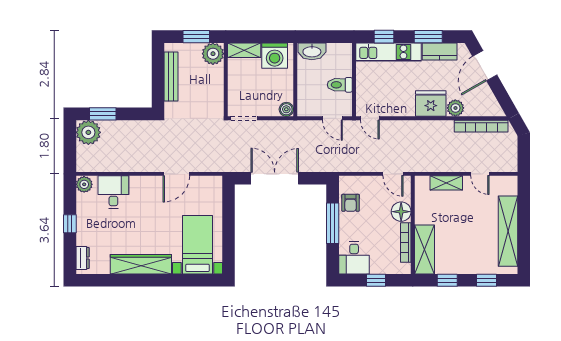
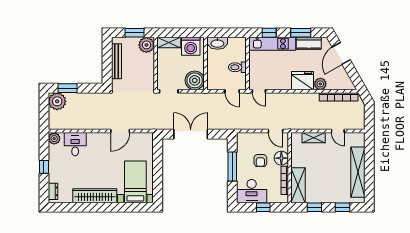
boiler: (286, 109) -> (195, 80), width x1.86, depth x1.86
armchair: (351, 203) -> (260, 161), moved
desk: (354, 258) -> (252, 191), width x1.37

